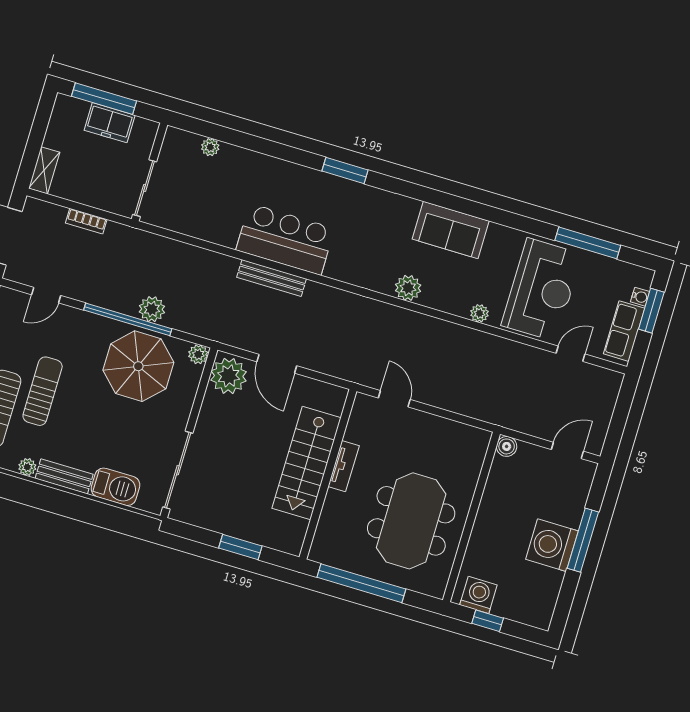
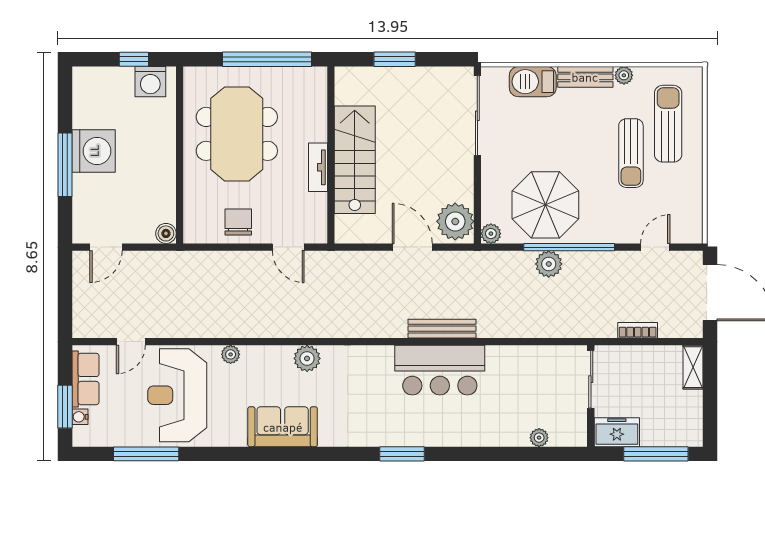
freezer: (110, 123) -> (617, 432), moved
chair: (435, 437) -> (238, 222), added

